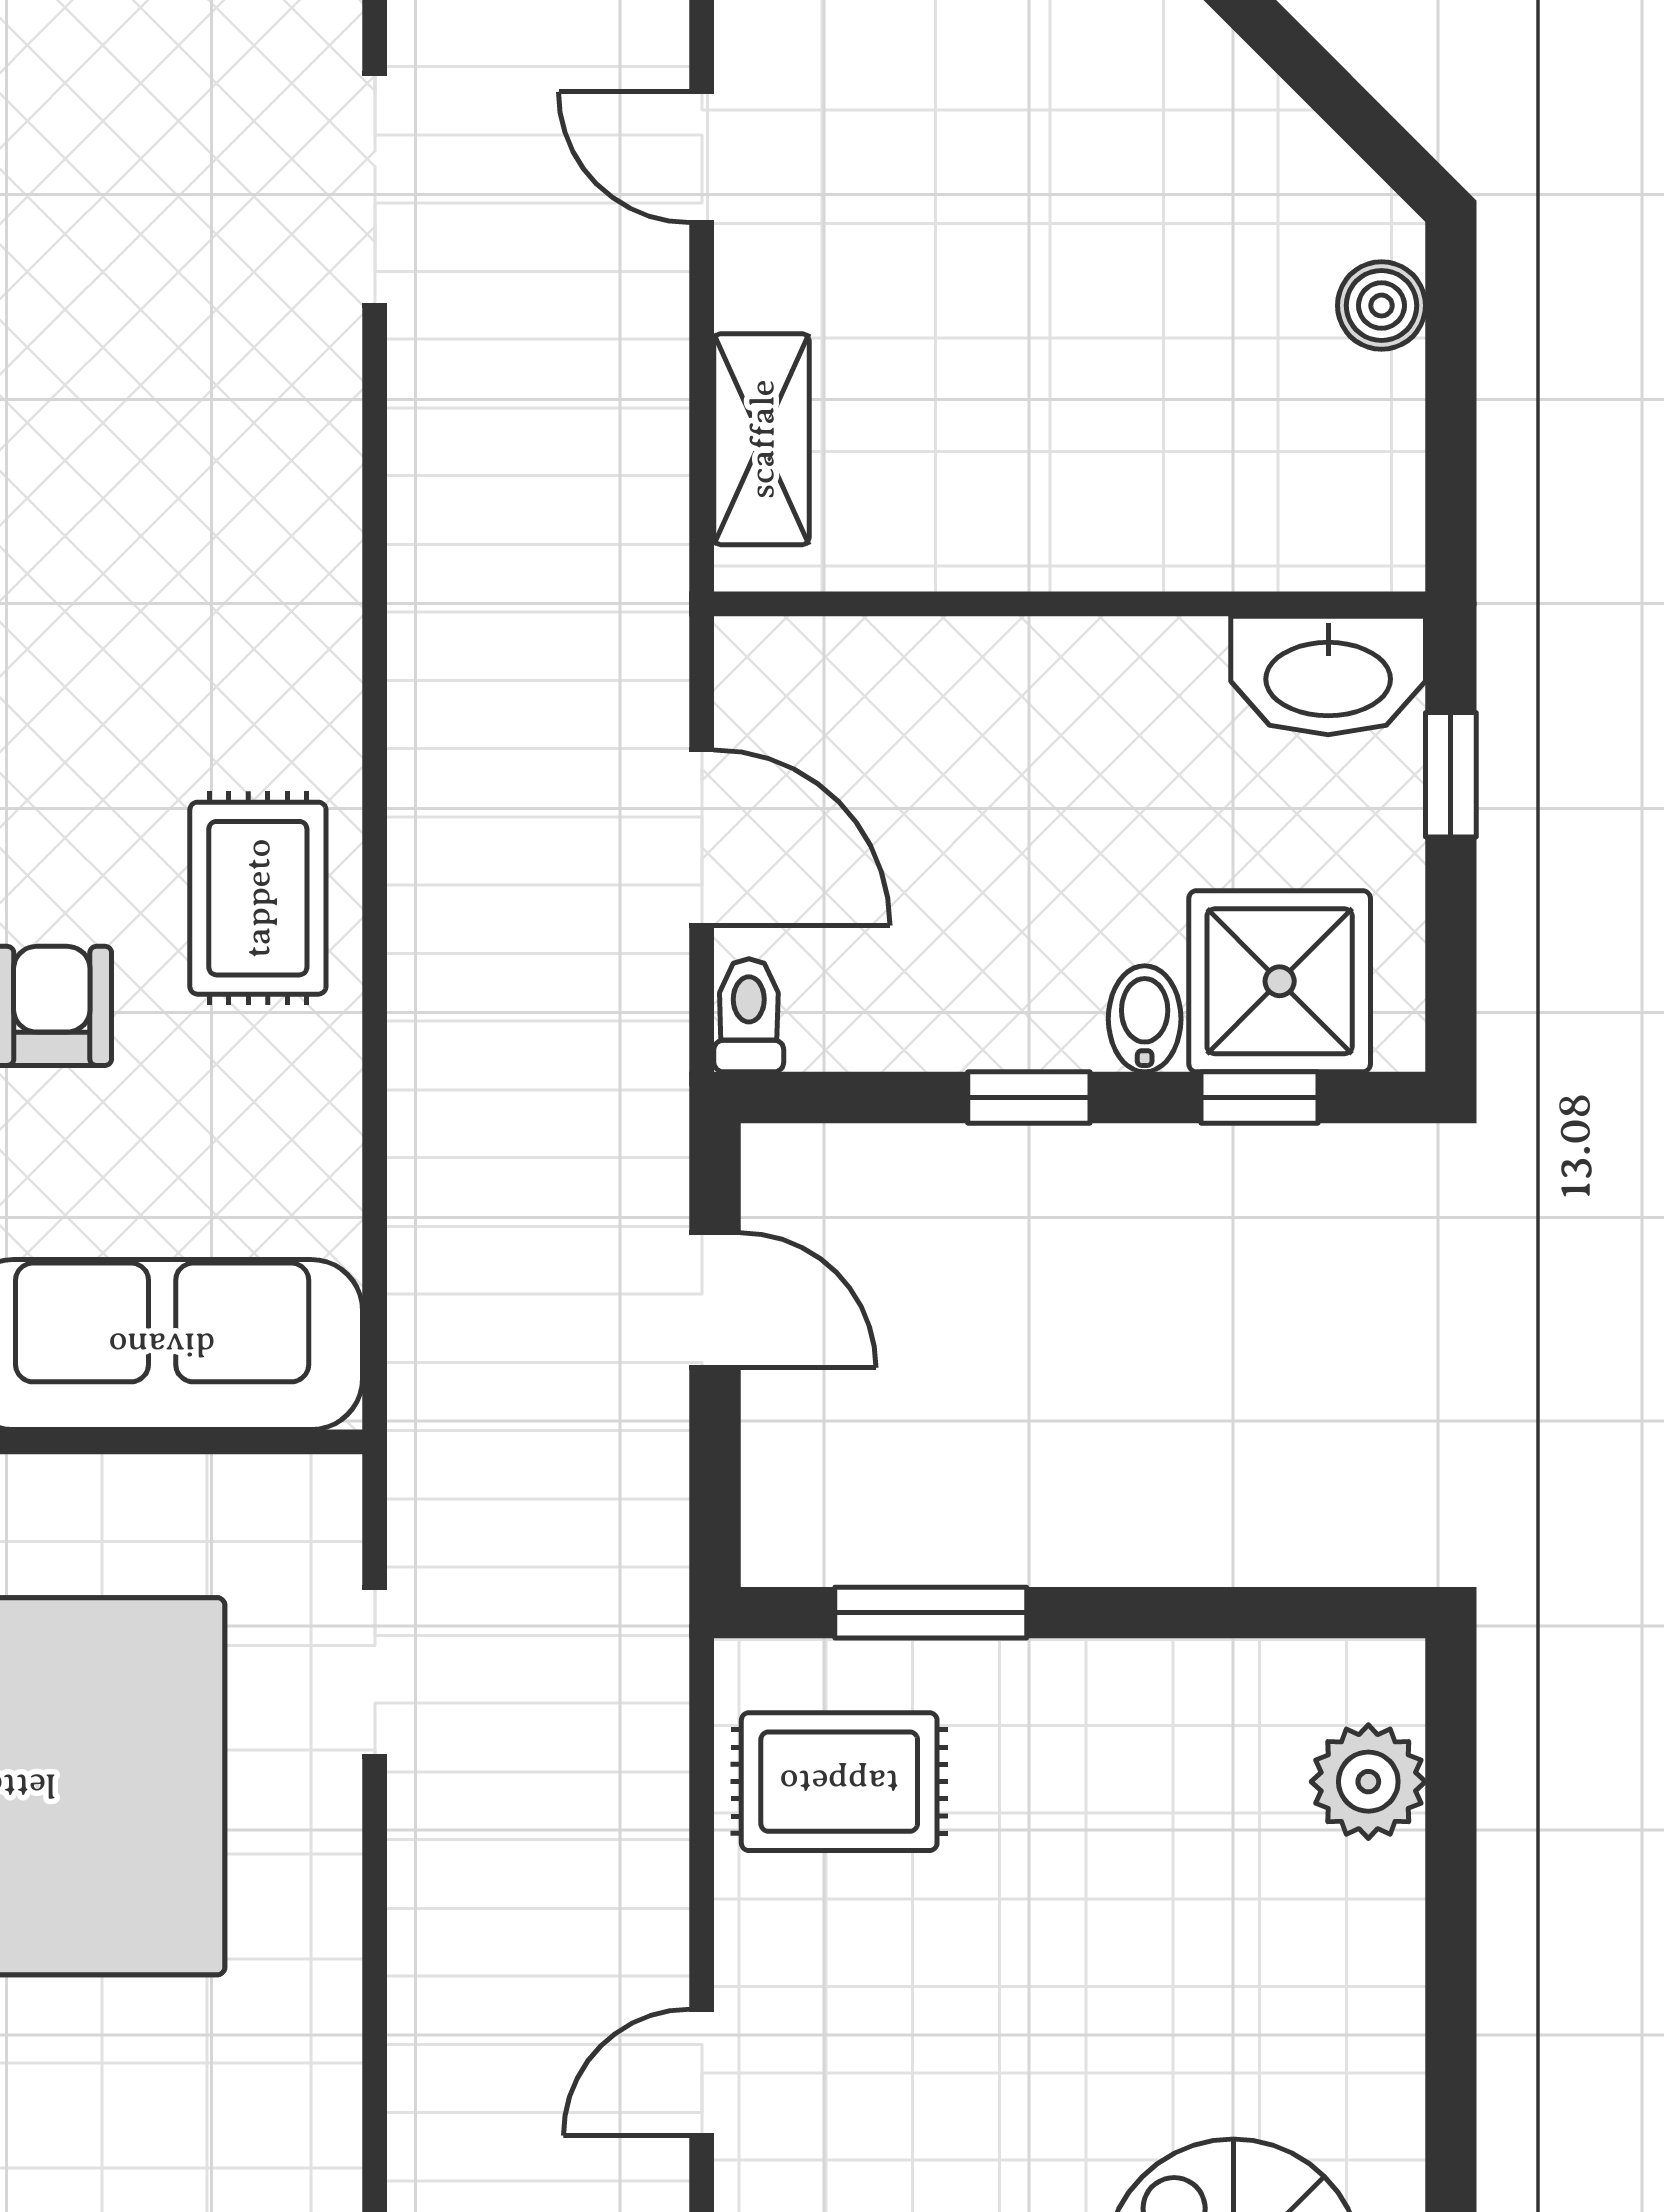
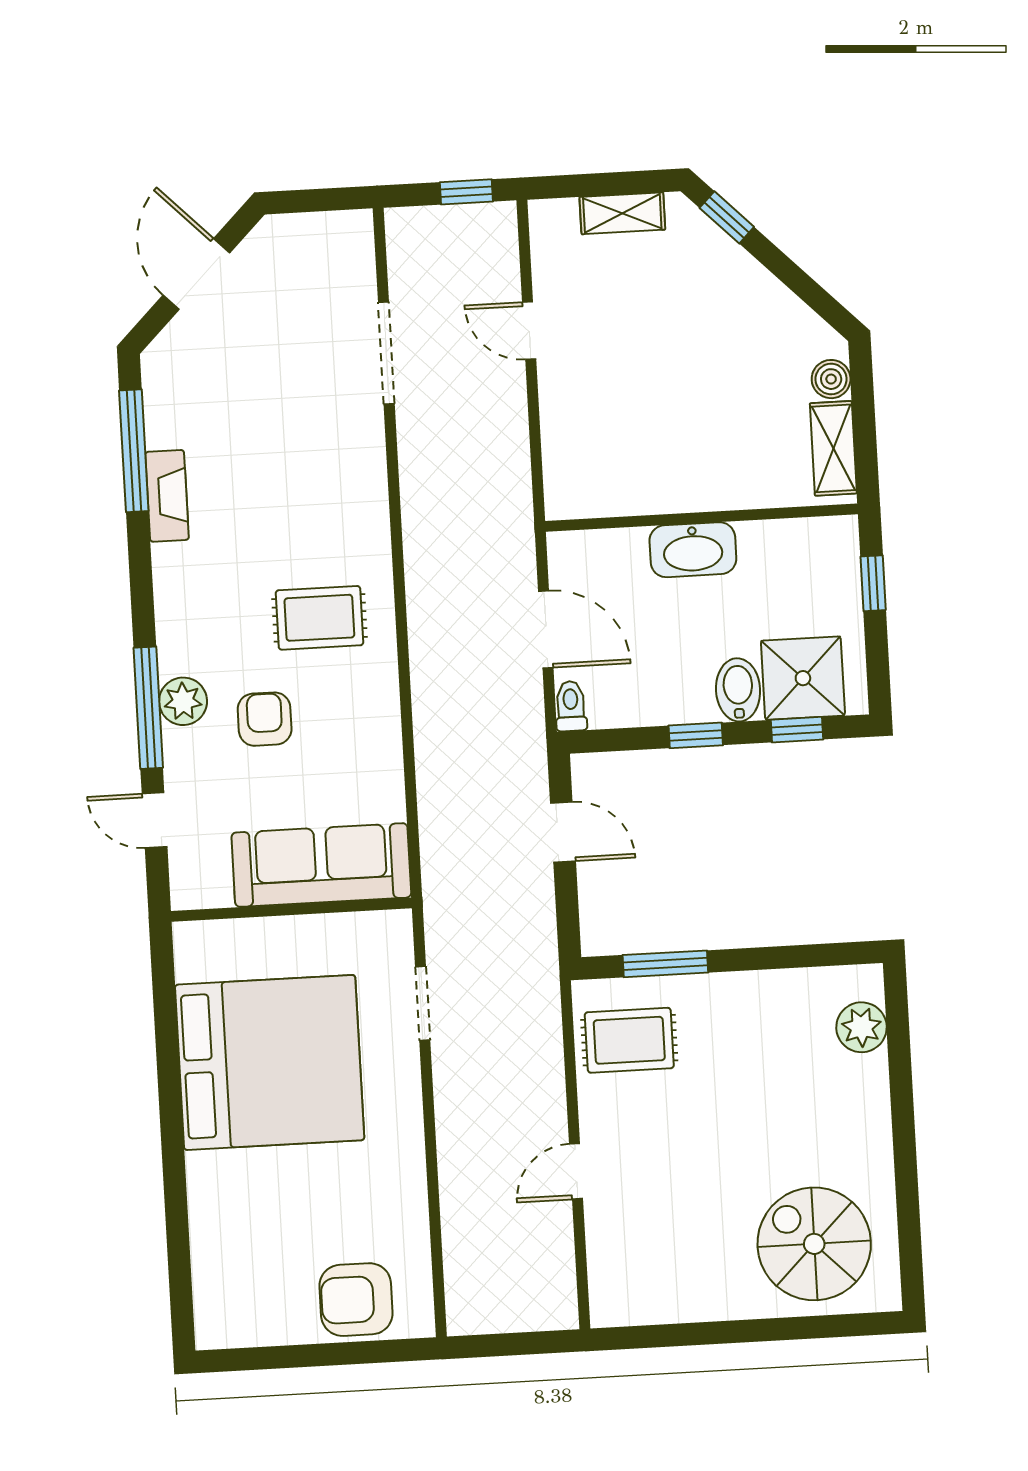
shelving: (762, 439) -> (833, 448), moved
washbasin: (1328, 676) -> (693, 550), moved
rug: (258, 898) -> (319, 618), moved, turned 90
bidet: (1145, 1019) -> (738, 690), width x1.38, depth x1.36

